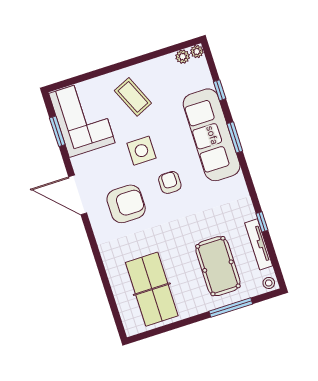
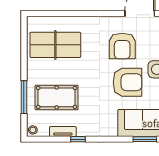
armchair: (170, 182) -> (127, 82), width x1.88, depth x1.88
tv unit: (259, 244) -> (63, 132), width x0.71

